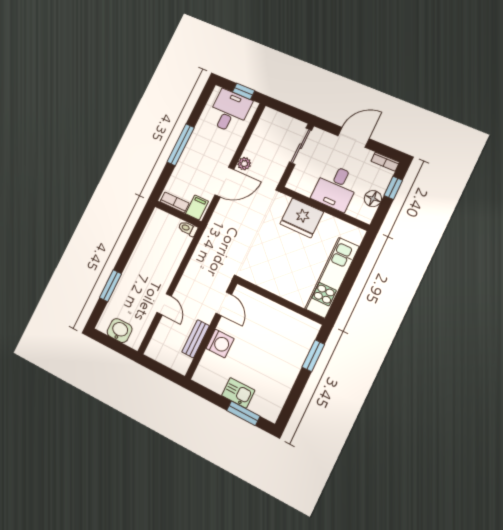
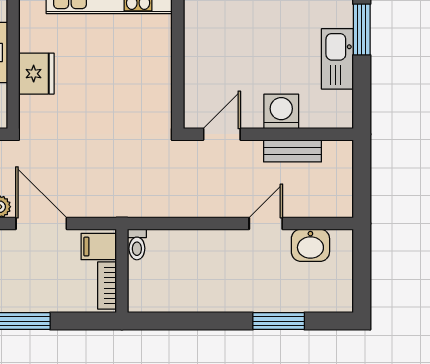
fridge: (302, 218) -> (36, 74), width x0.73, depth x0.75
washbasin: (120, 331) -> (310, 245), moved, turned -90
kitchen sink: (238, 393) -> (337, 59), width x1.38

